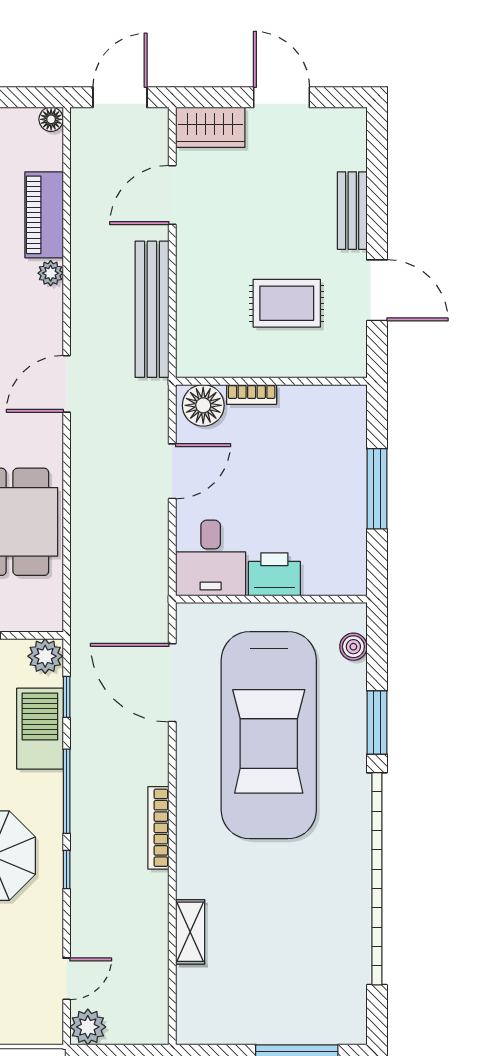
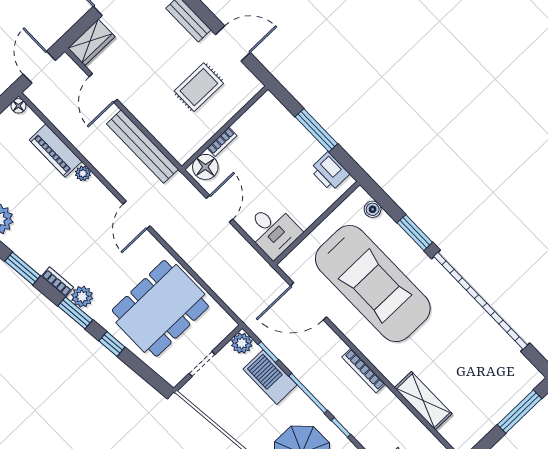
printer: (274, 574) -> (330, 172), moved, turned -90
shelving: (190, 932) -> (423, 401), width x1.50, depth x1.33

